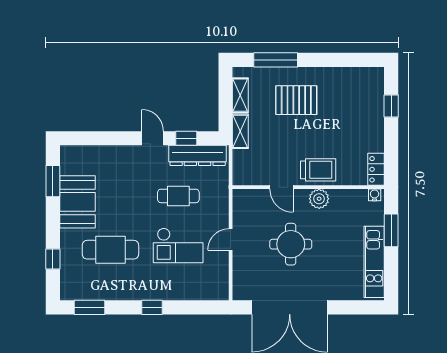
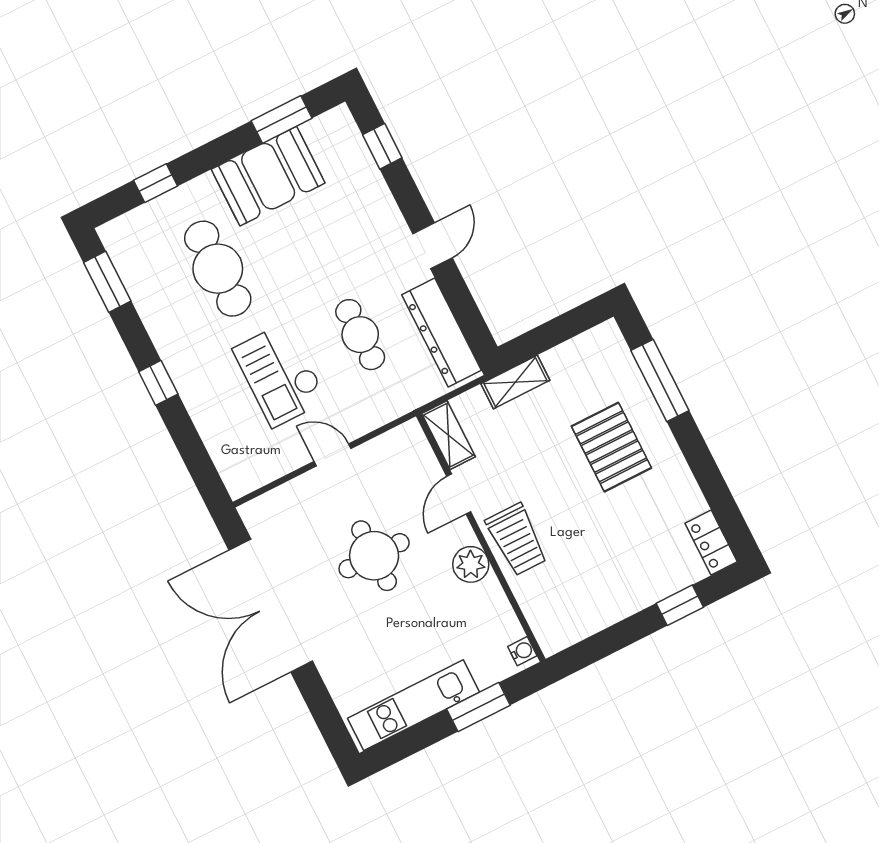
shelving: (240, 95) -> (448, 435), moved, turned 90
window: (186, 138) -> (382, 146), moved
locker: (376, 169) -> (711, 543), moved, turned -90

